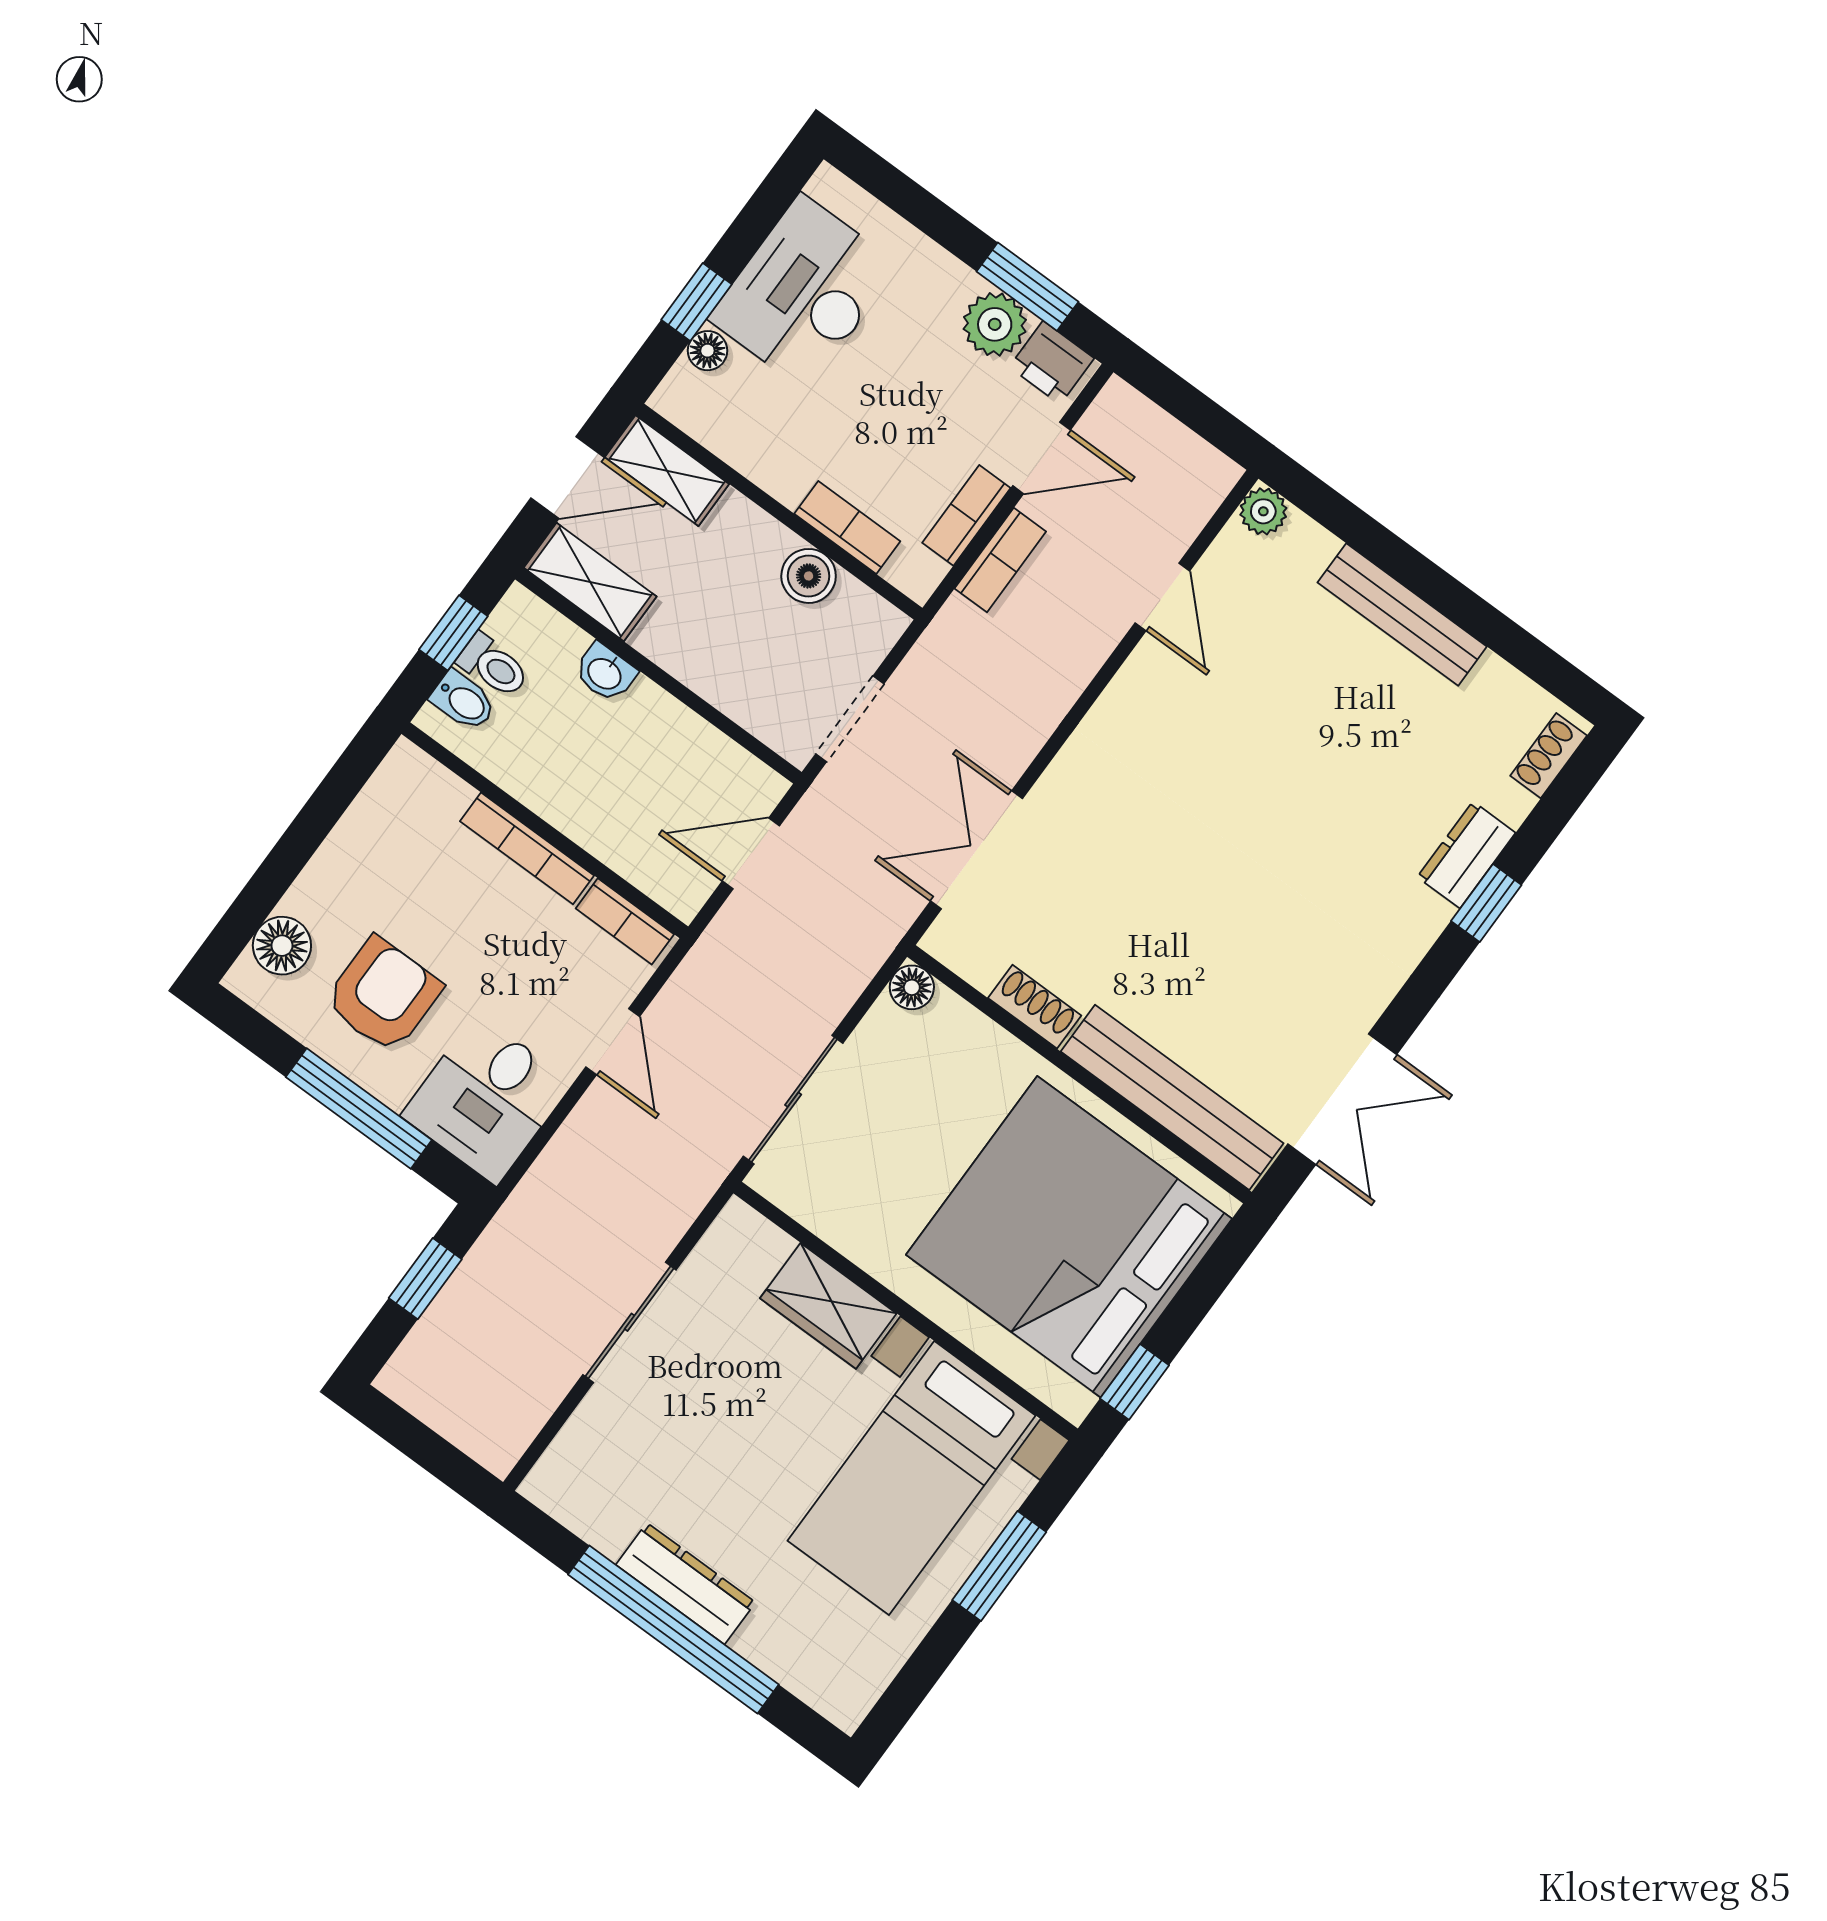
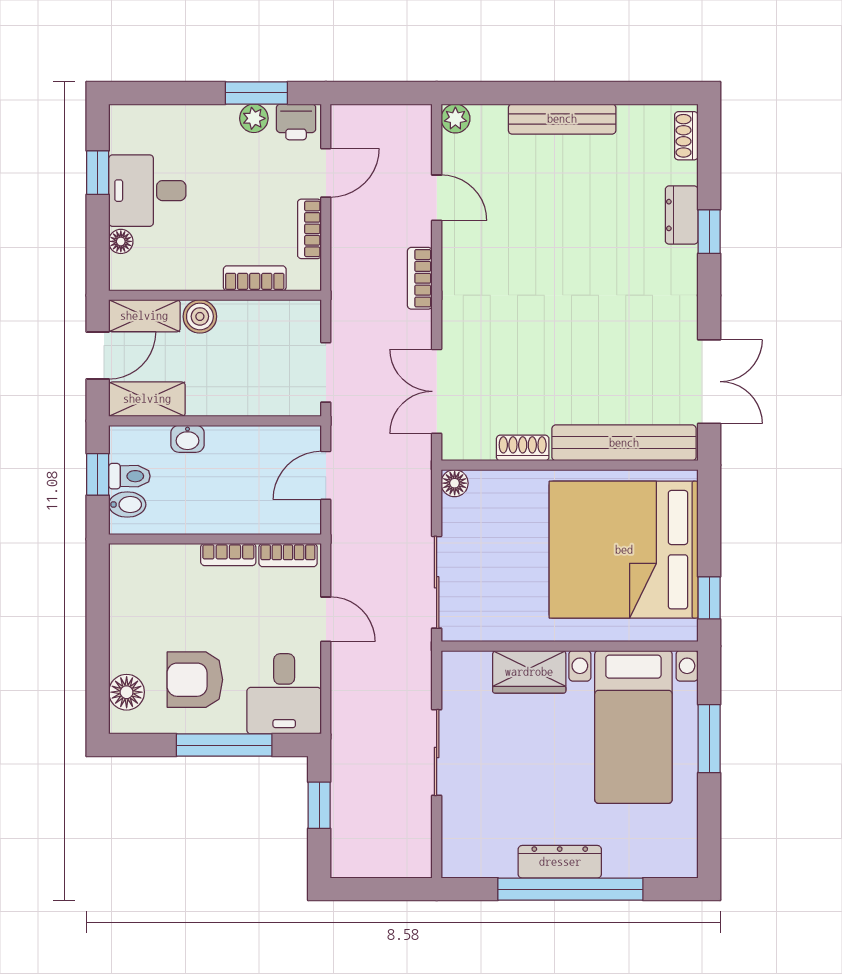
desk: (804, 292) -> (147, 191), width x0.73
window: (696, 302) -> (98, 173), moved
plant: (995, 324) -> (254, 118), width x0.73, depth x0.73
bookcase: (1000, 560) -> (420, 278), moved, turned 180
boiler: (809, 576) -> (200, 316), moved
bookcase: (527, 848) -> (228, 555), width x0.64
armchair: (383, 995) -> (195, 680), turned -90

